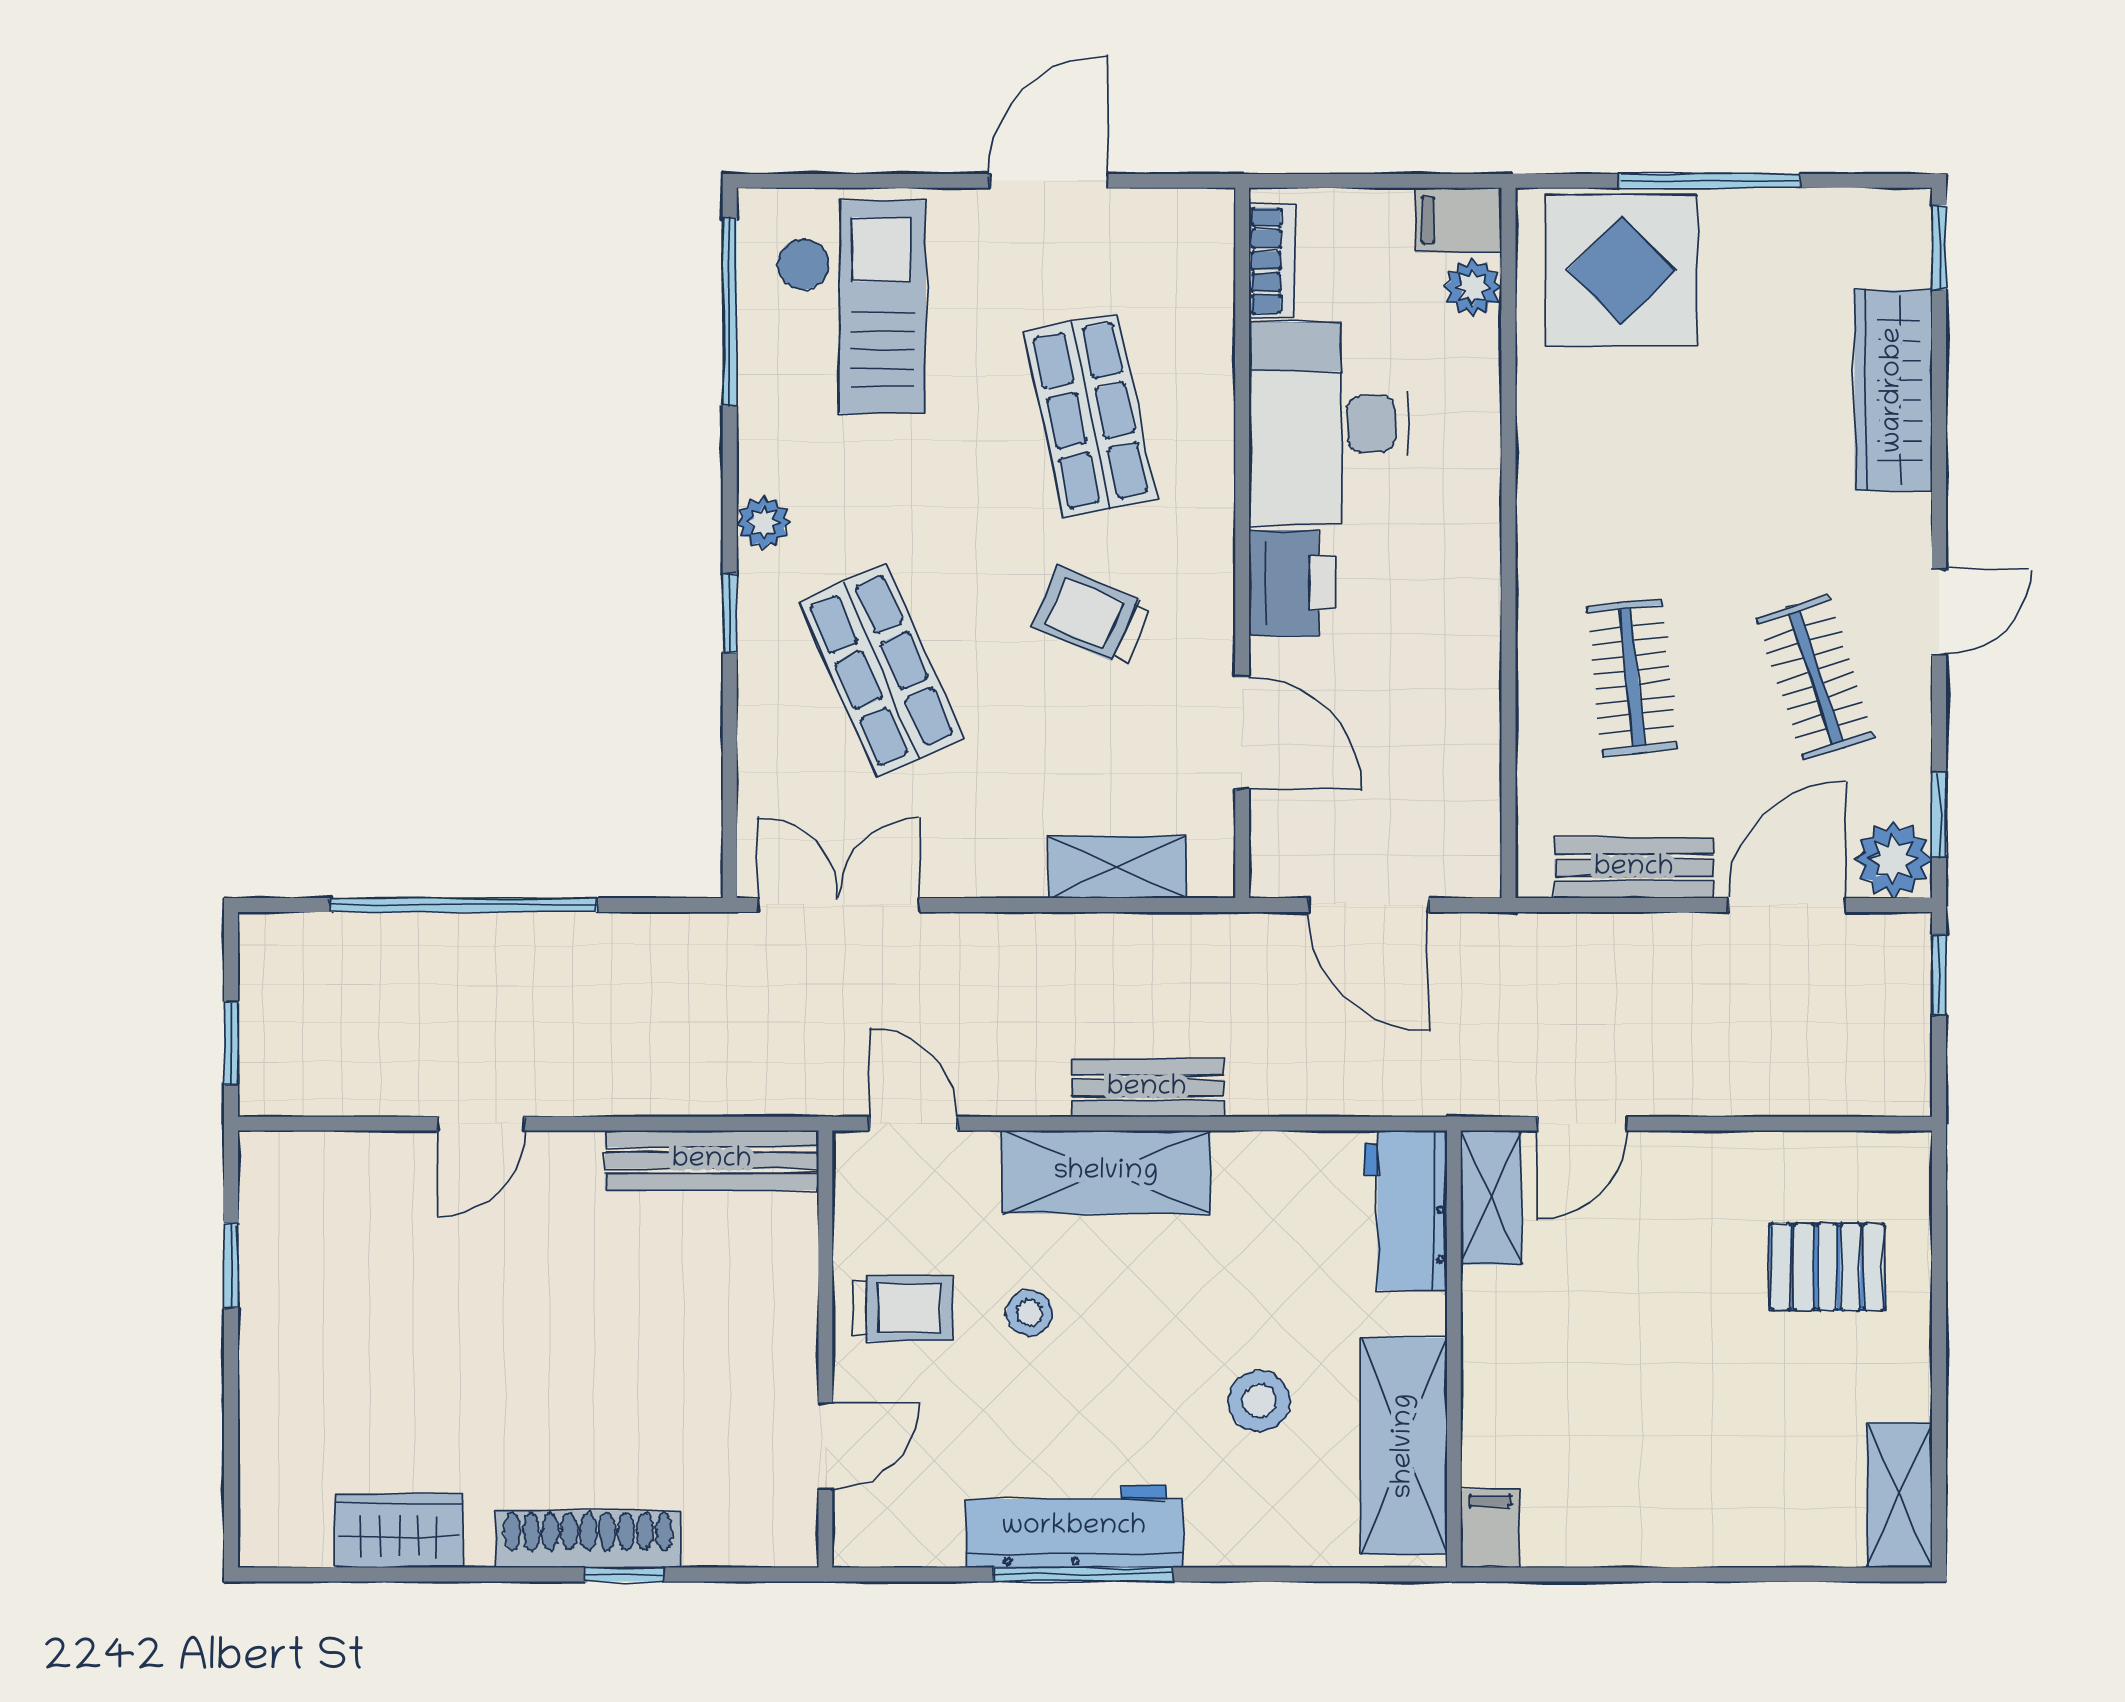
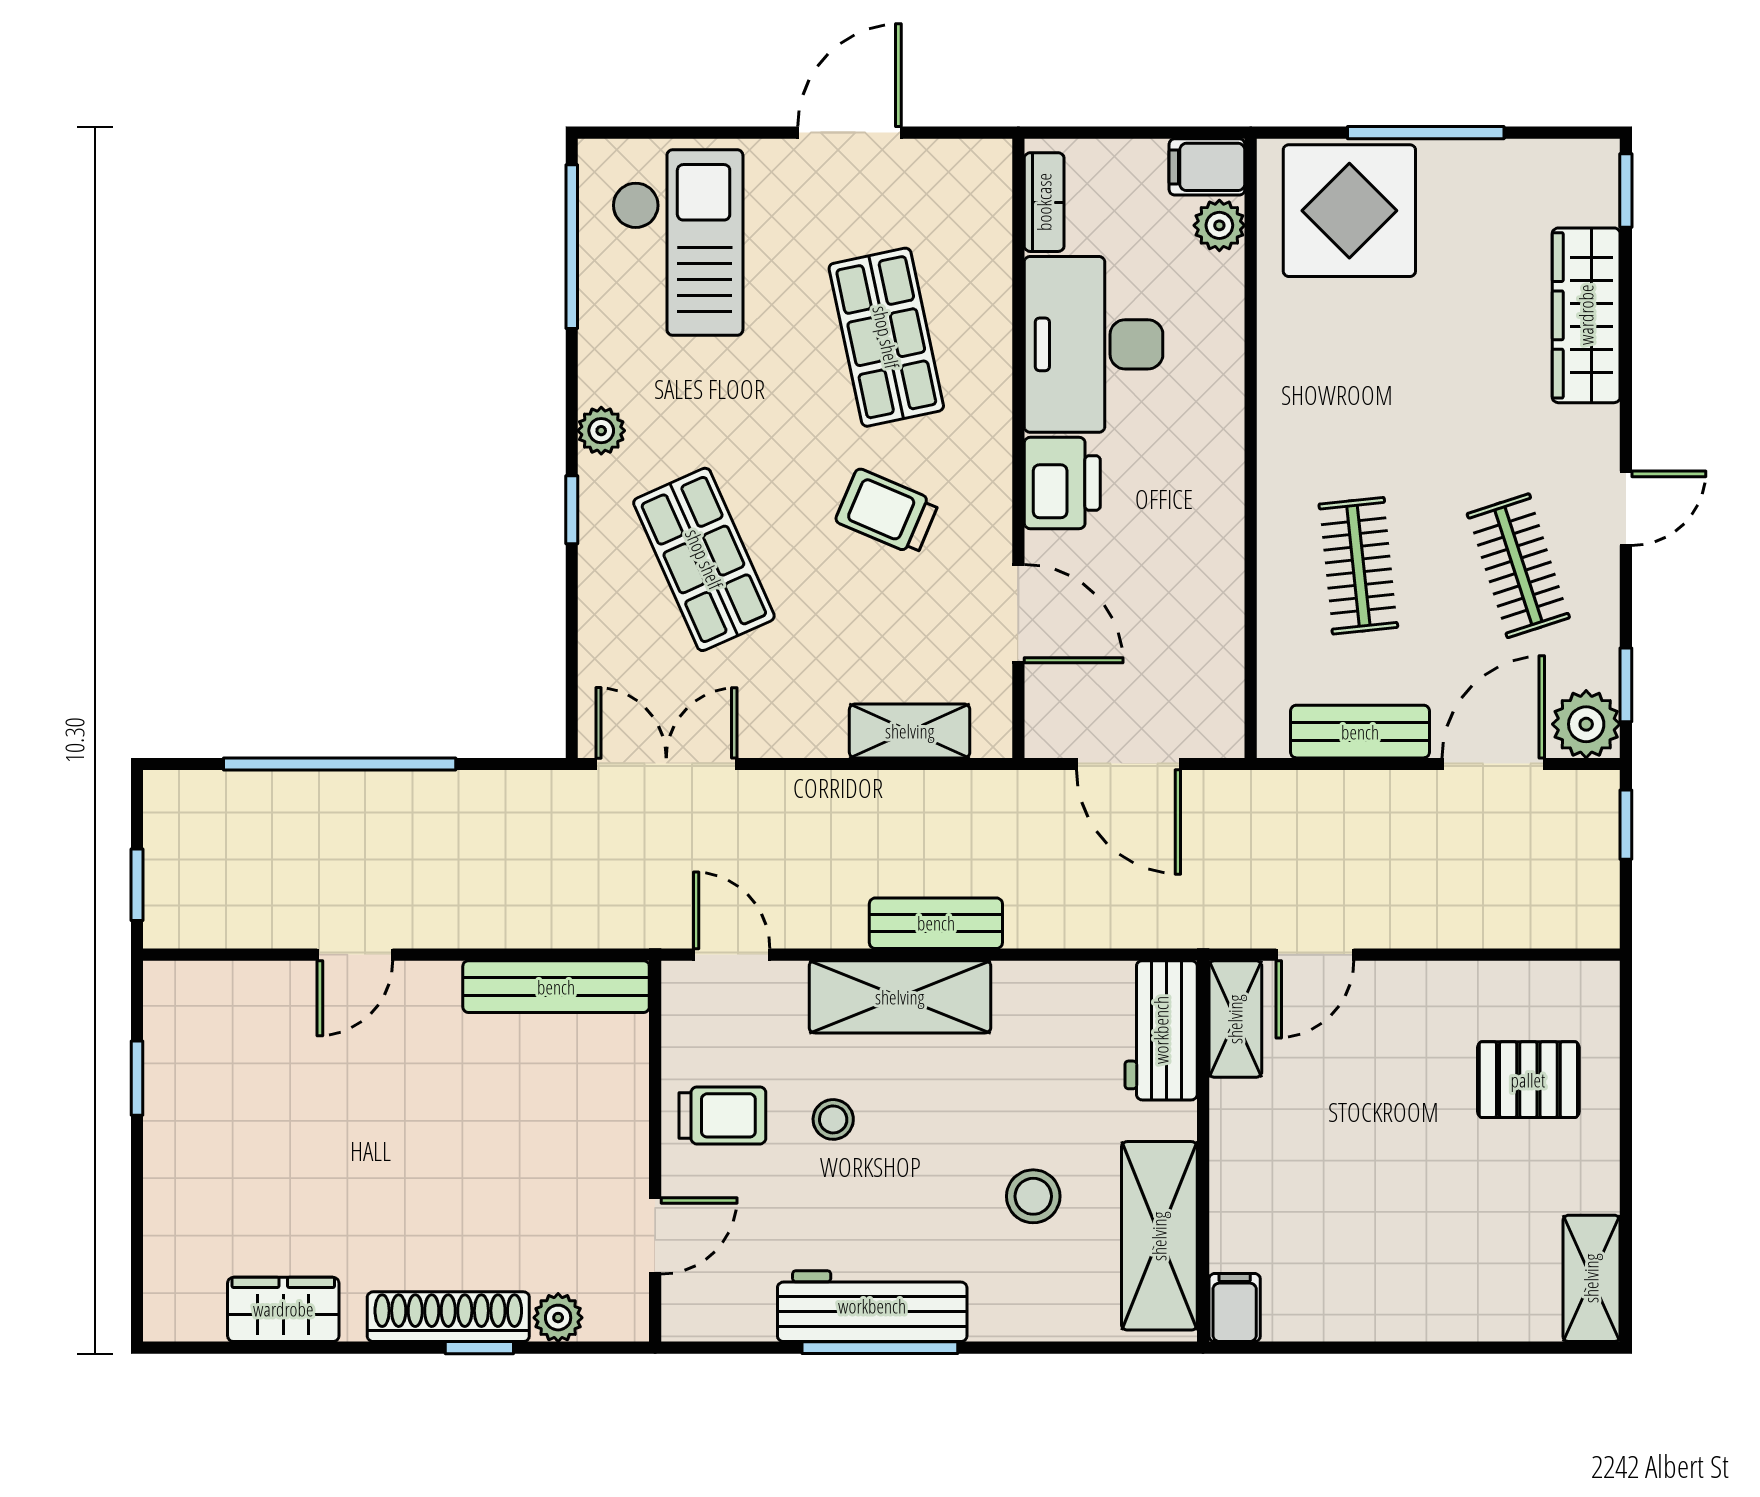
plant: (714, 1540) -> (558, 1318), added

